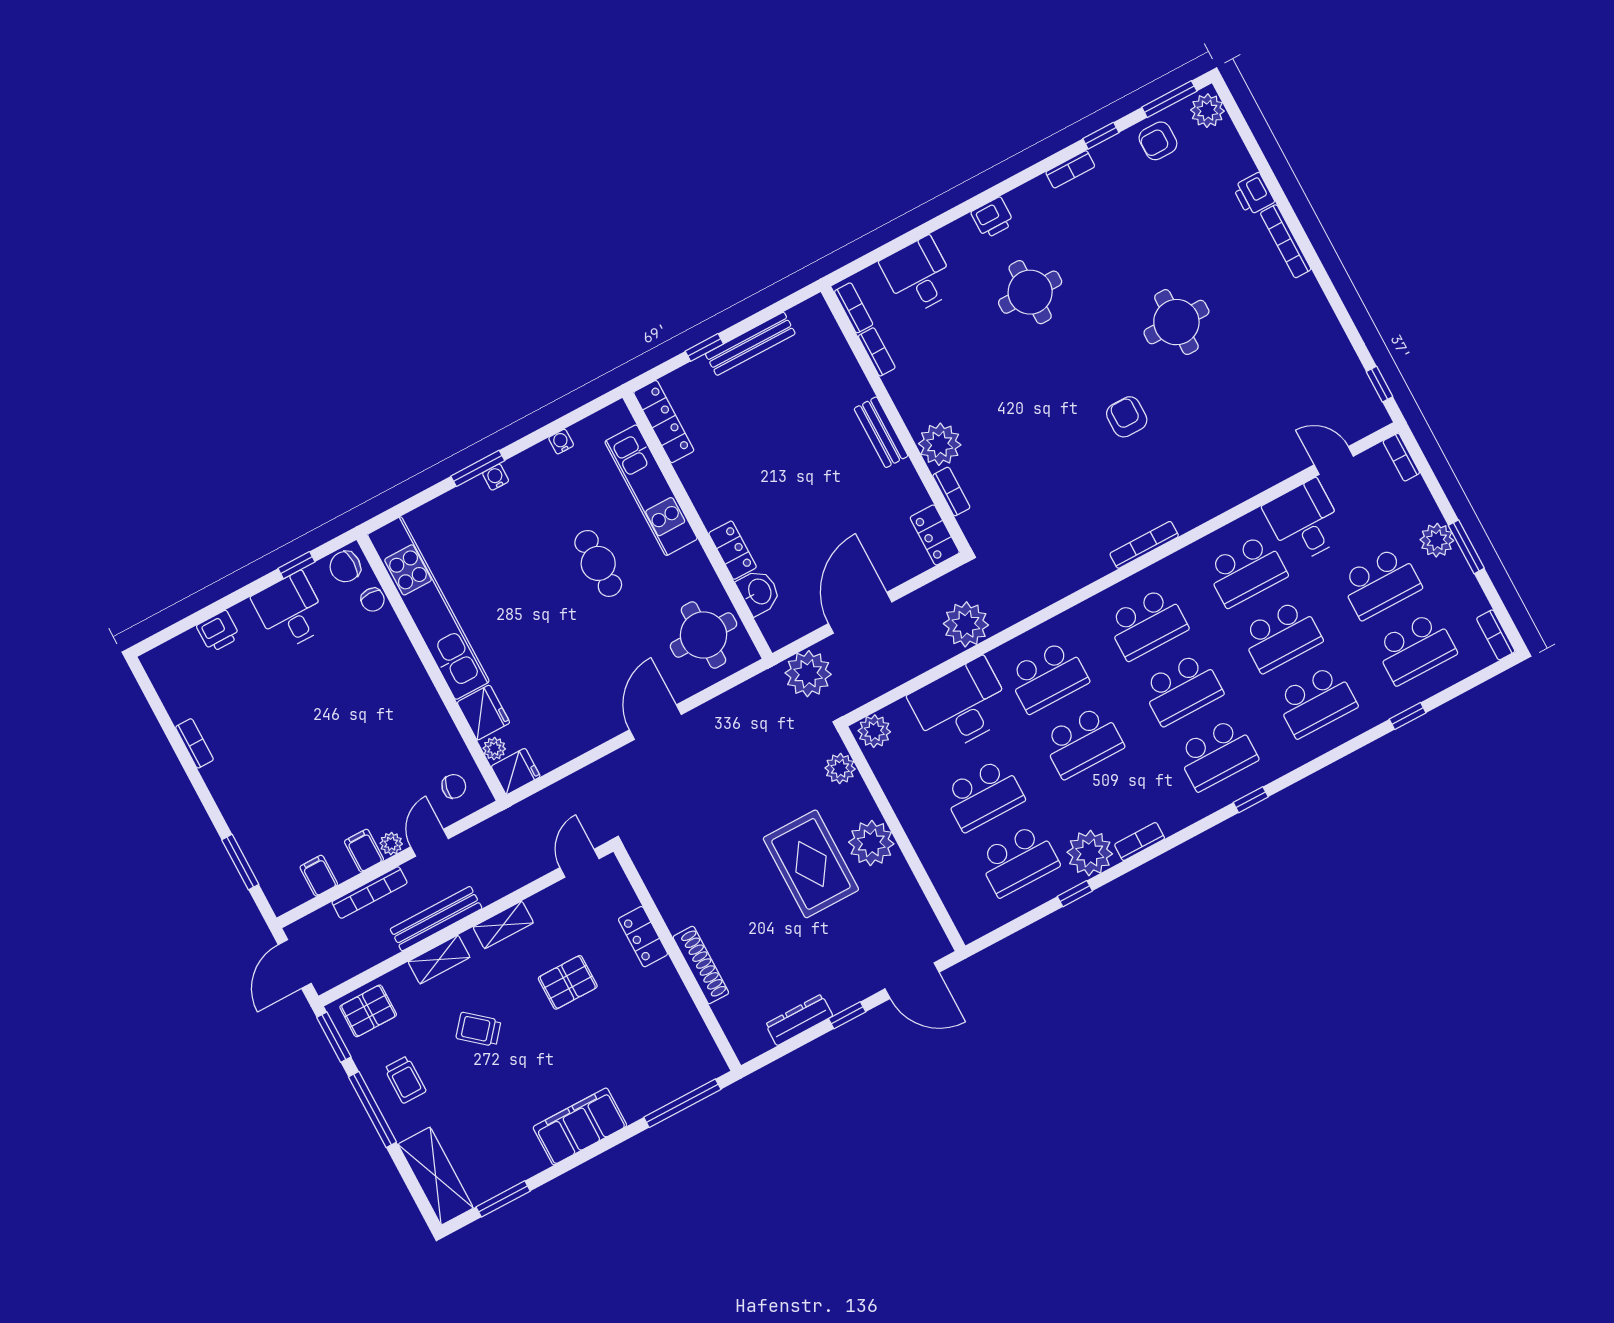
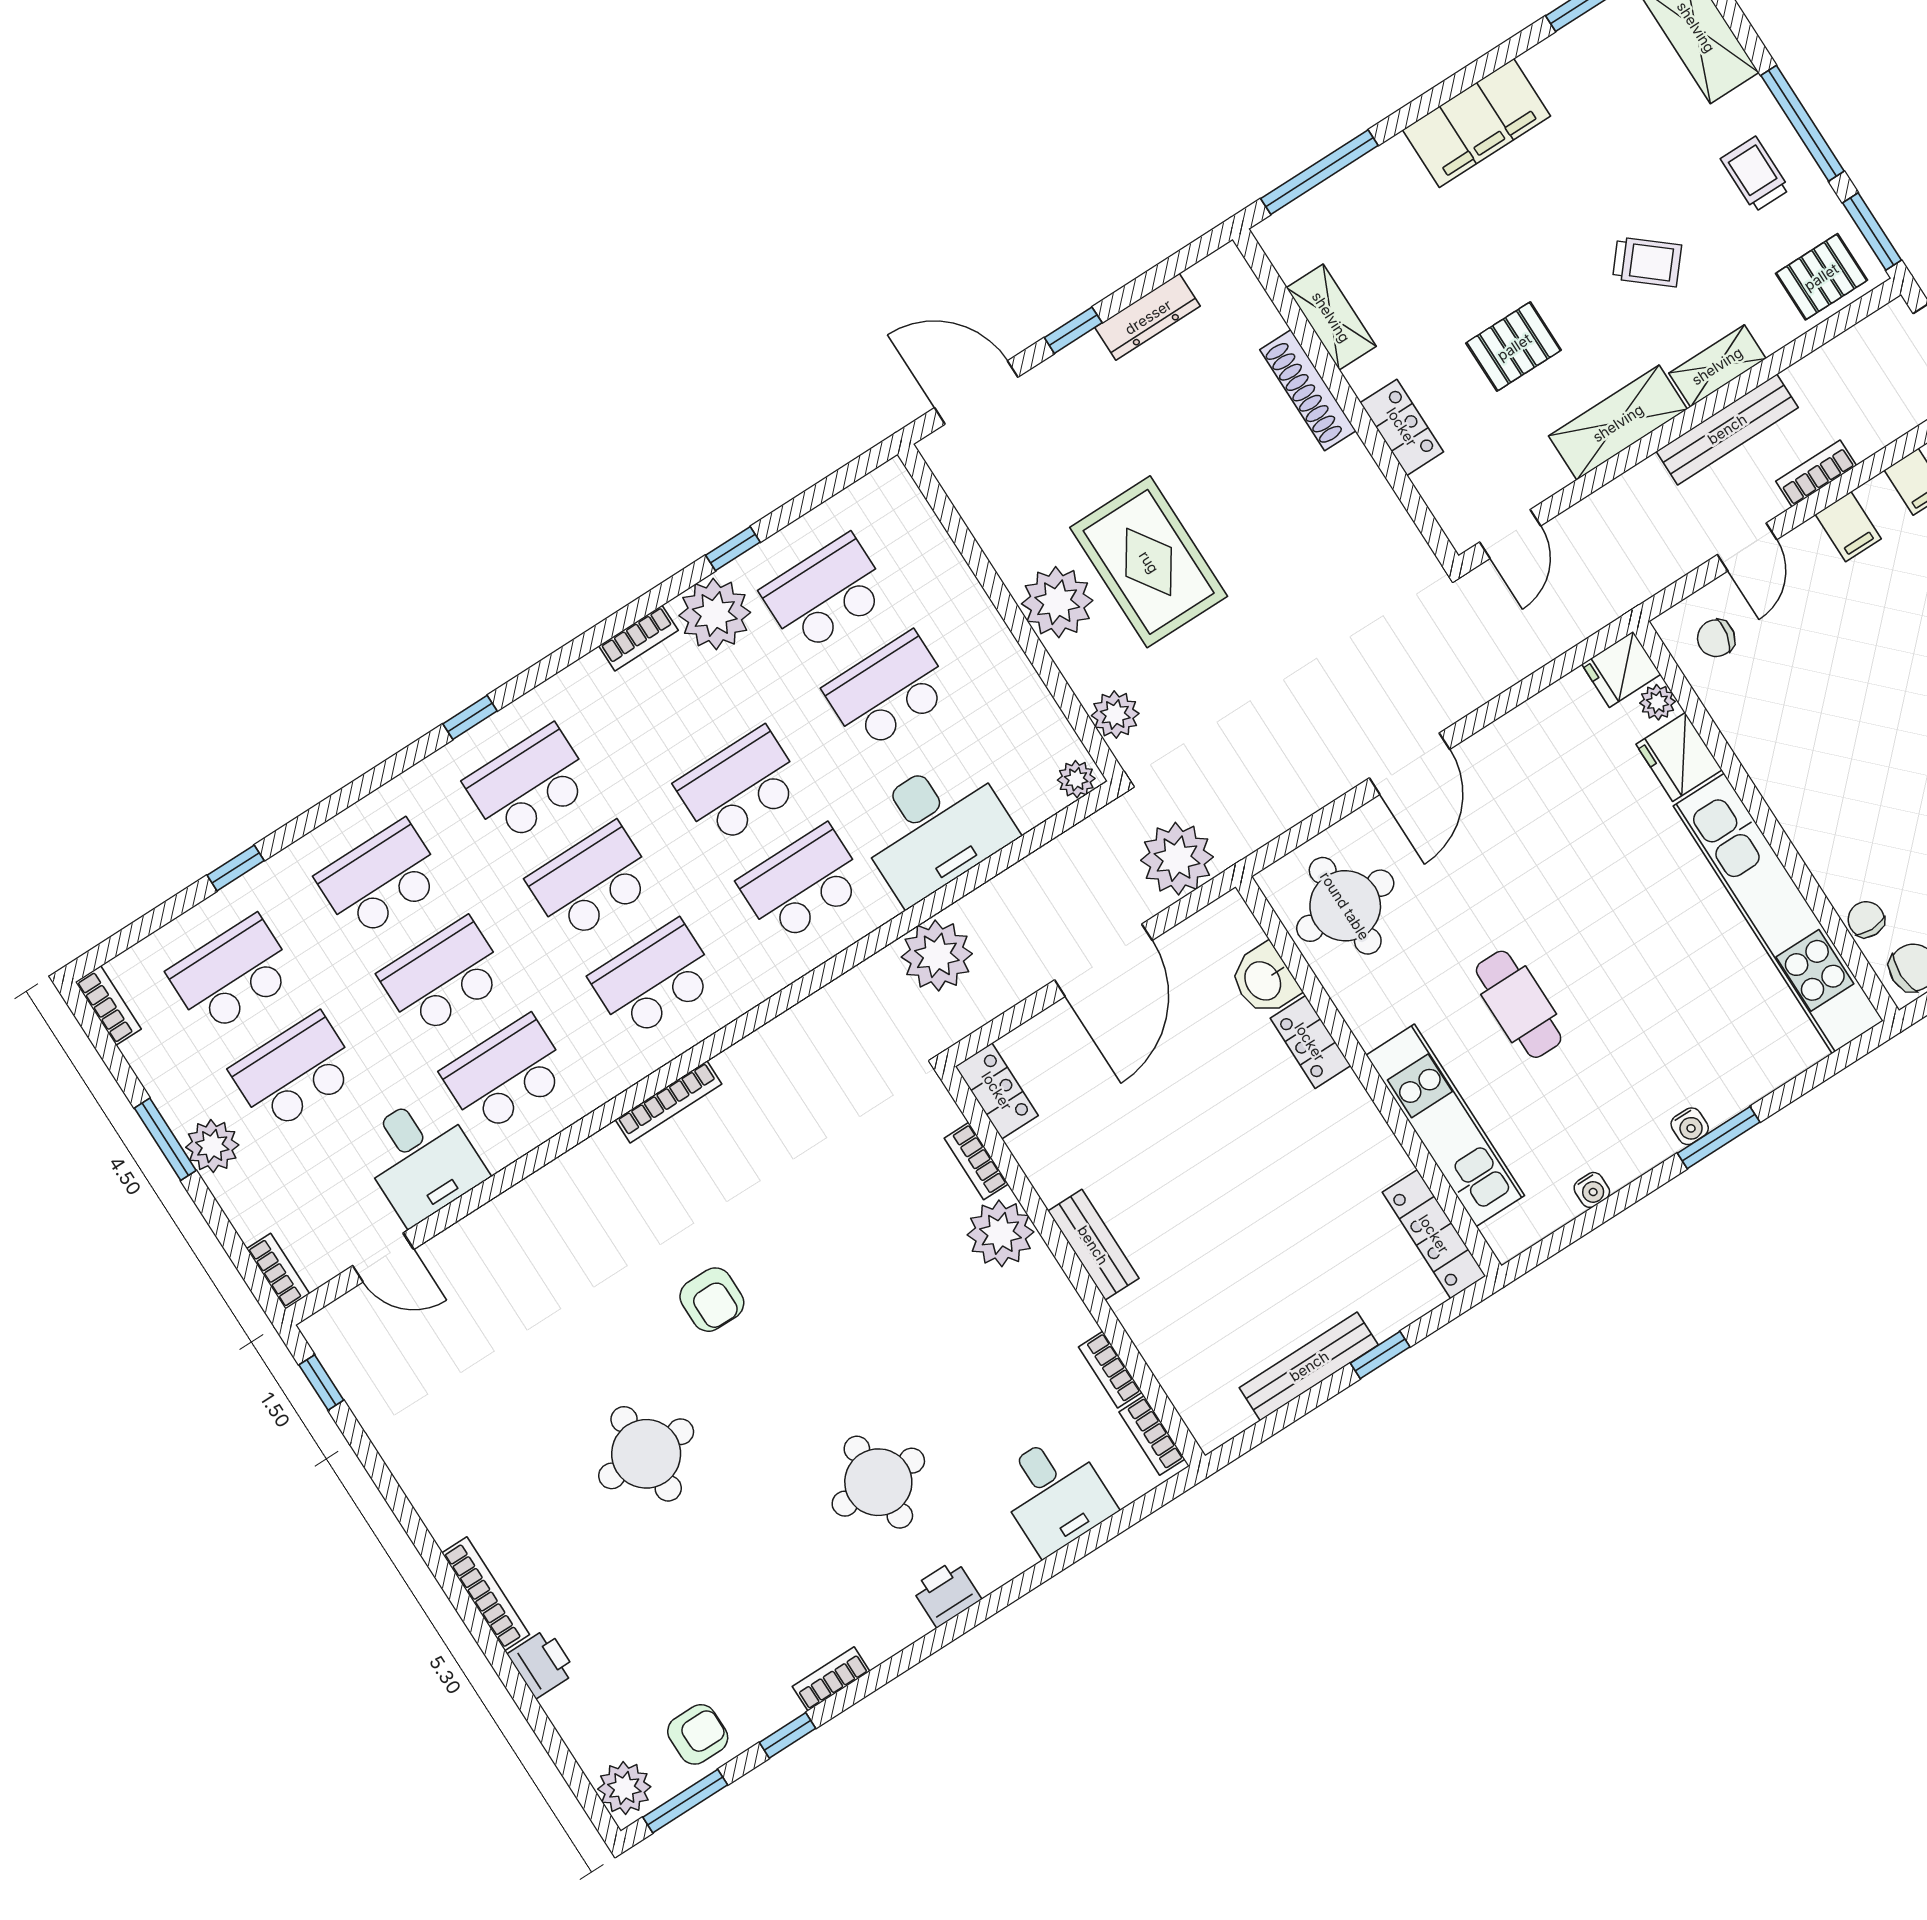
plant: (874, 731) -> (1076, 779), width x0.73, depth x0.73
plant: (391, 844) -> (1807, 541), removed
bookcase: (370, 893) -> (1816, 473), width x0.64
shelving: (503, 925) -> (1618, 423), width x1.50, depth x1.33
shelving: (682, 1010) -> (1331, 317), added

